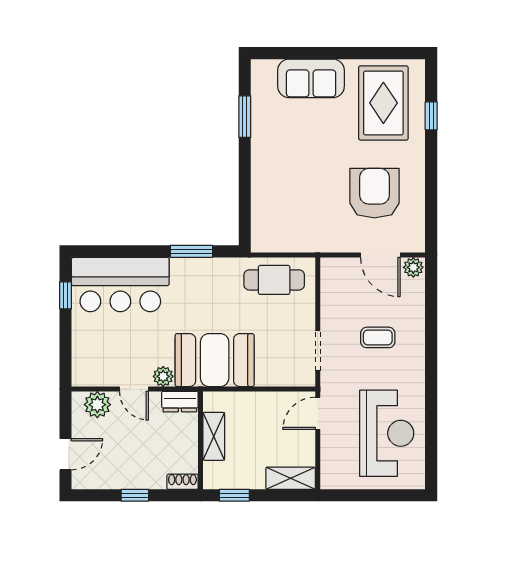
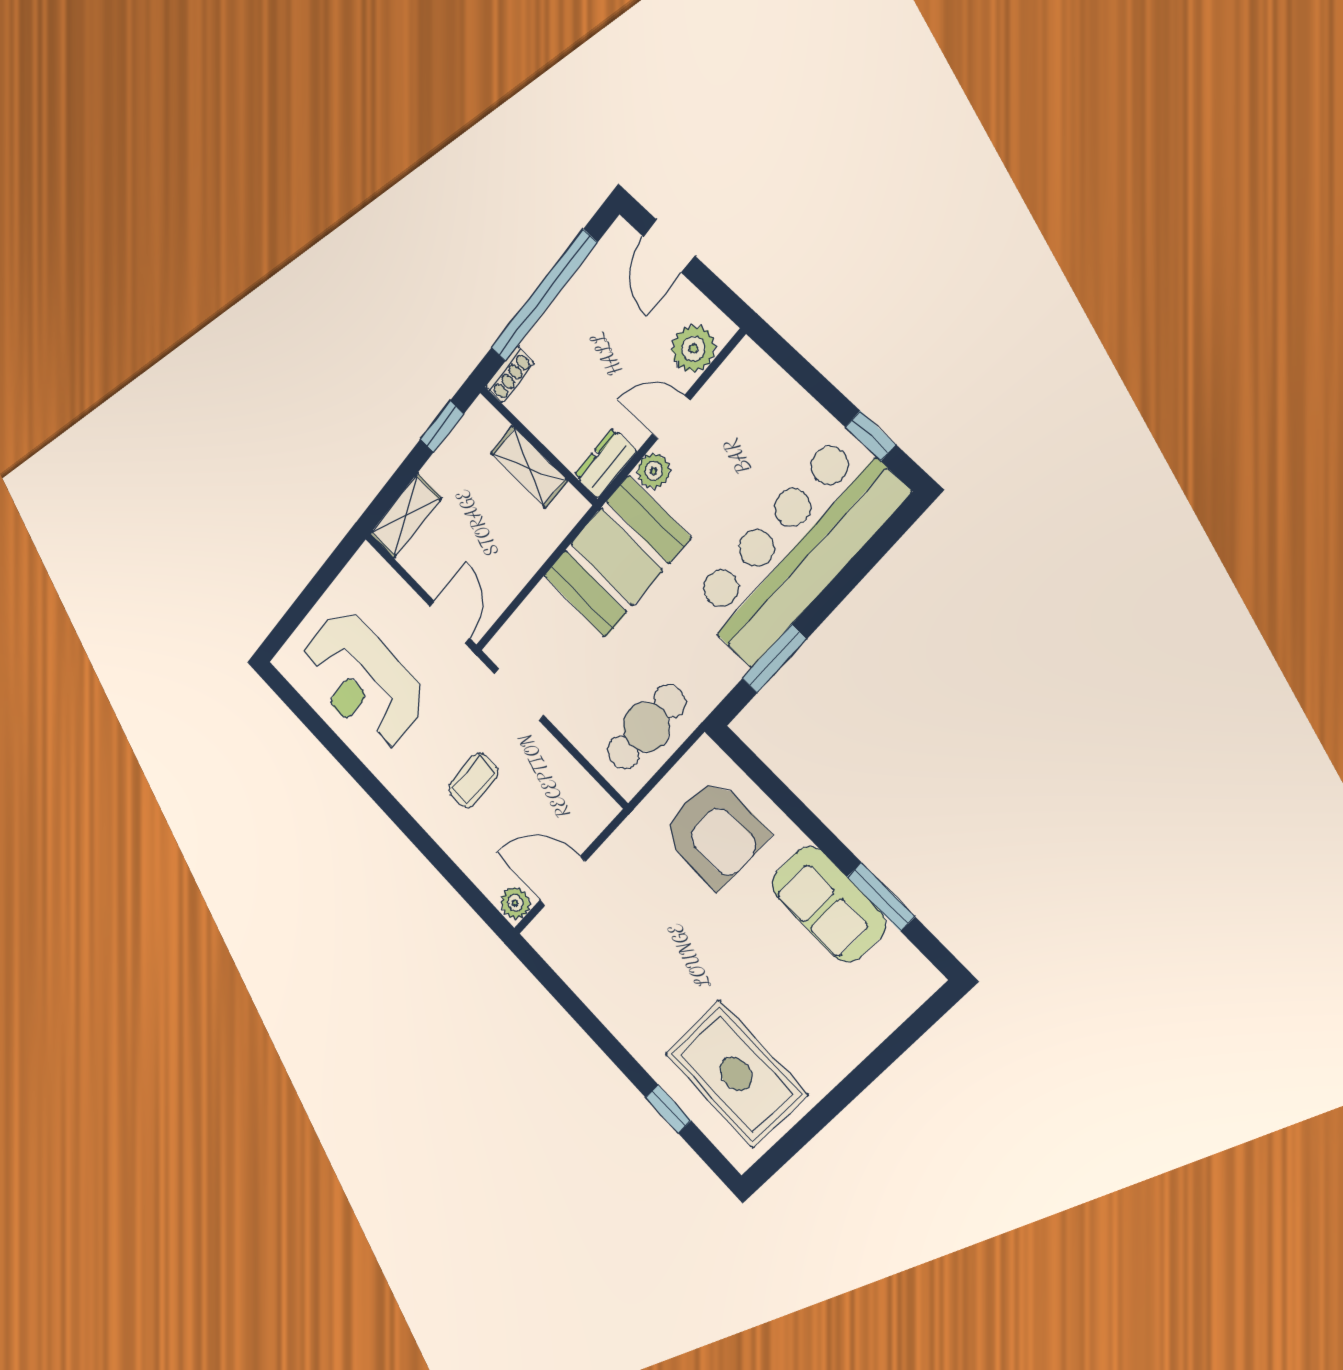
sofa: (311, 78) -> (828, 904), moved, turned -90
armchair: (374, 193) -> (715, 833), moved
bar counter: (120, 285) -> (796, 548), width x1.36
window: (135, 495) -> (544, 296), width x3.17

